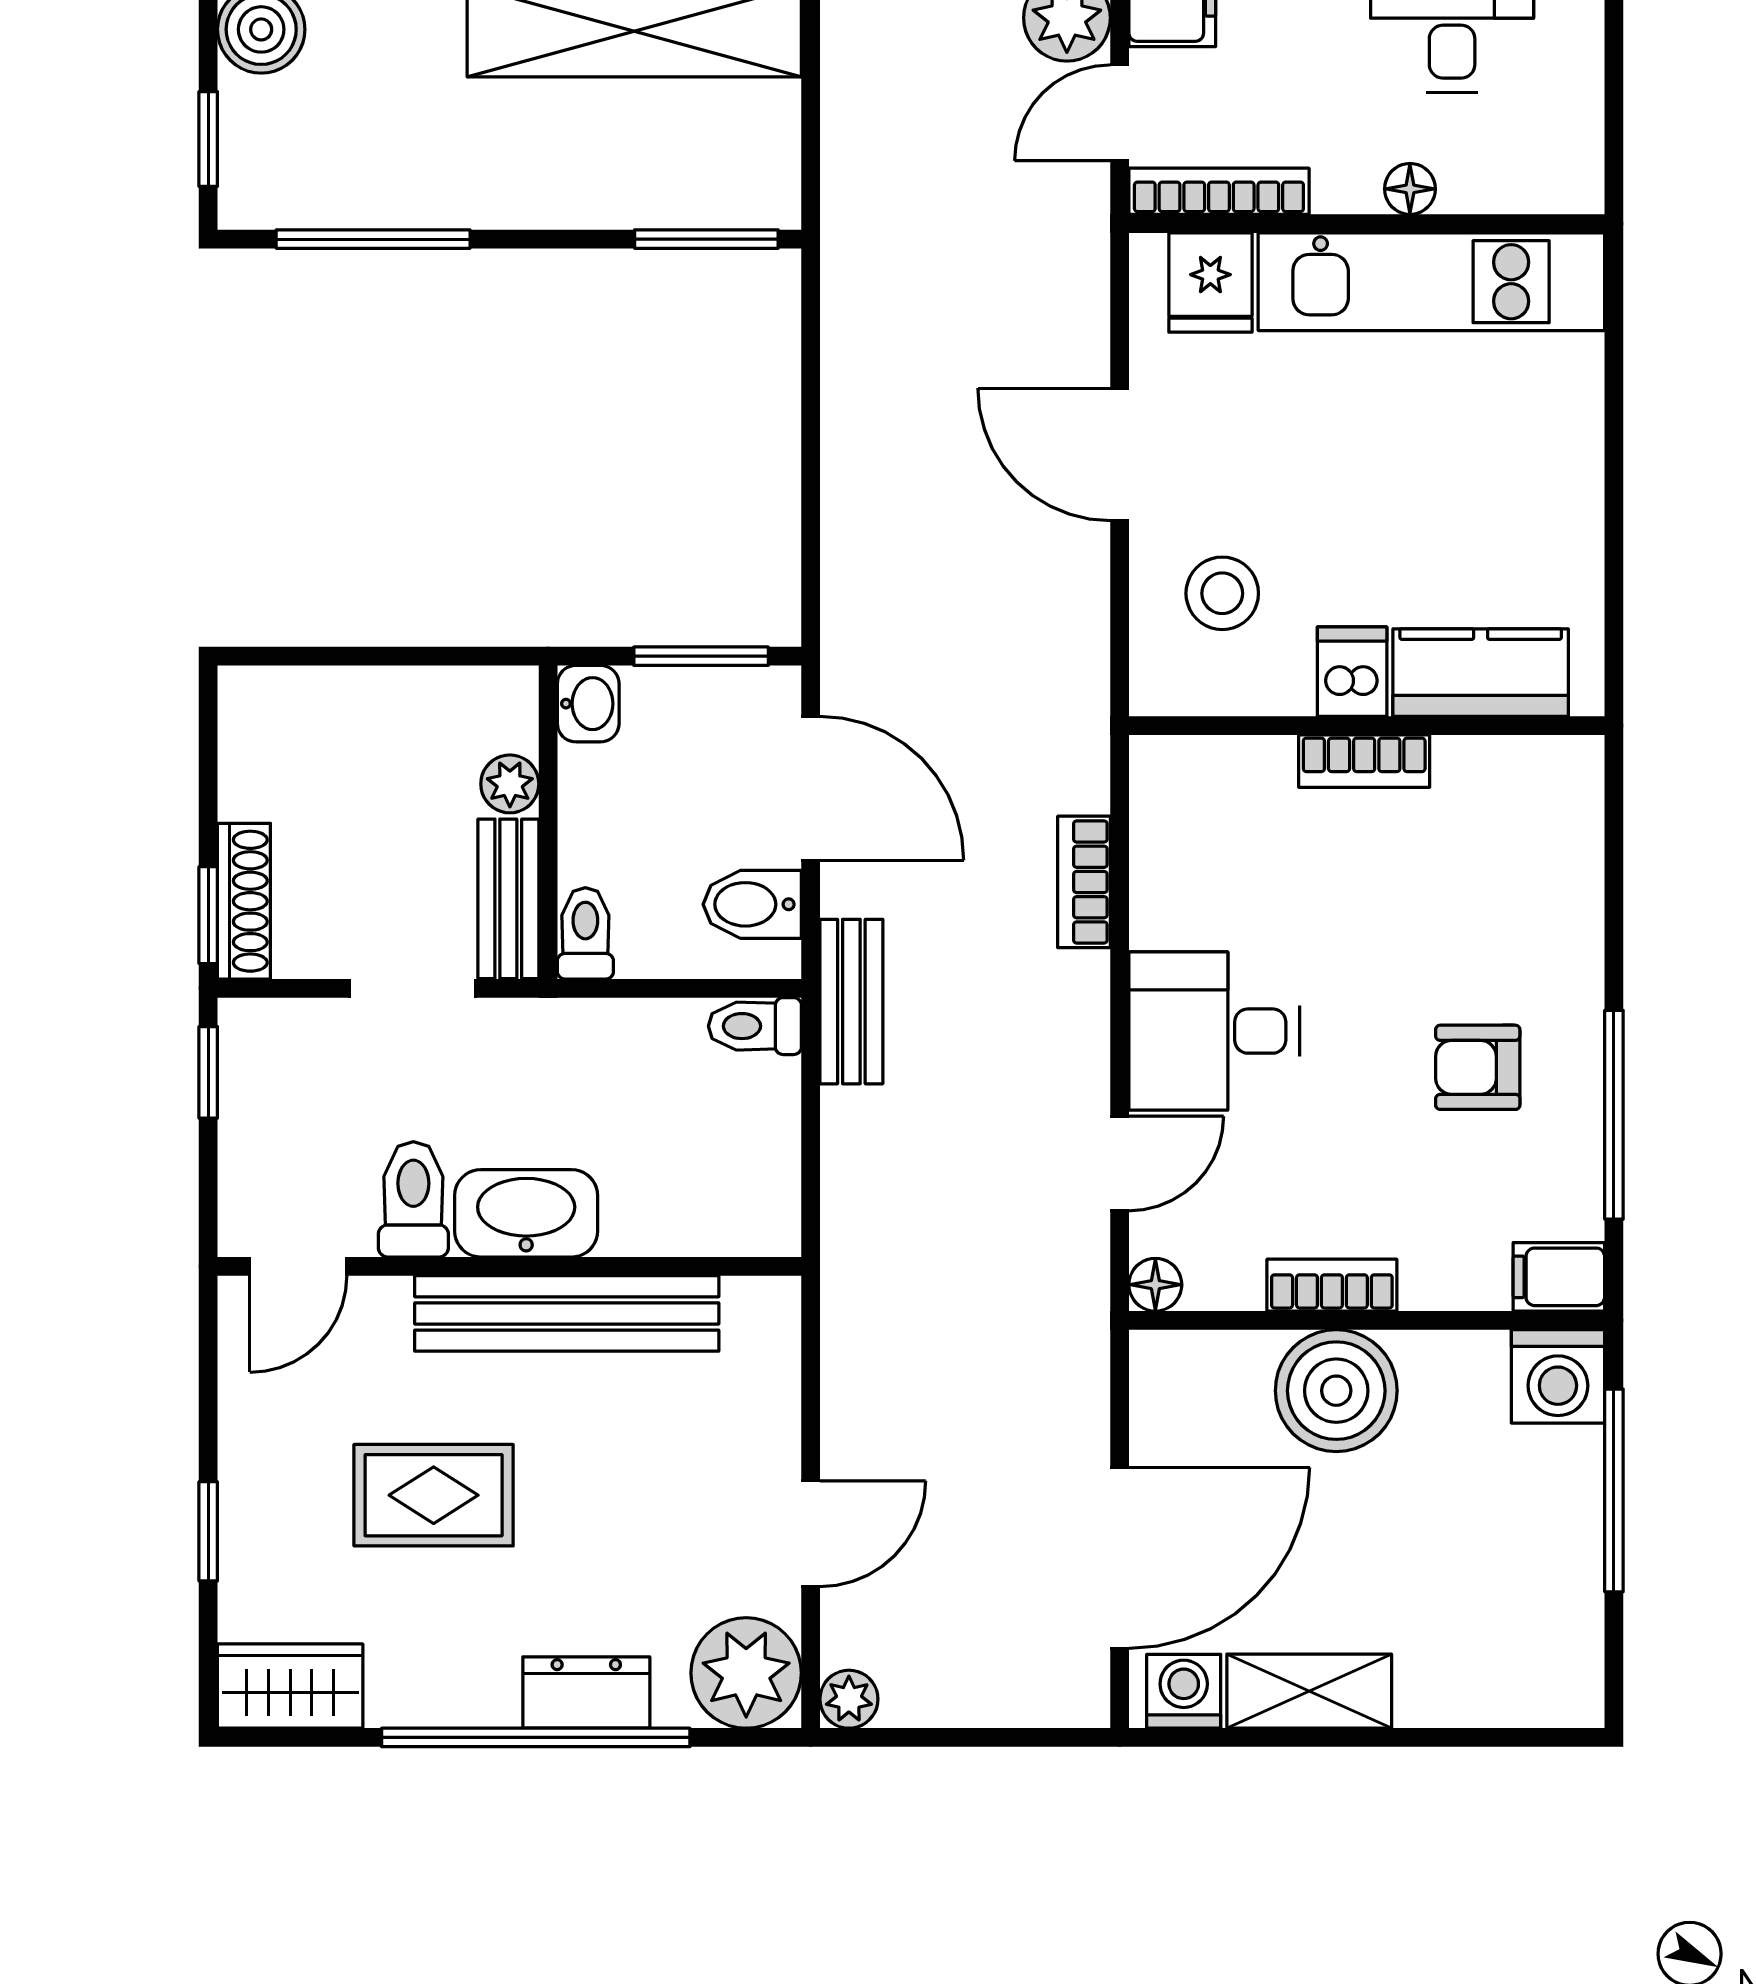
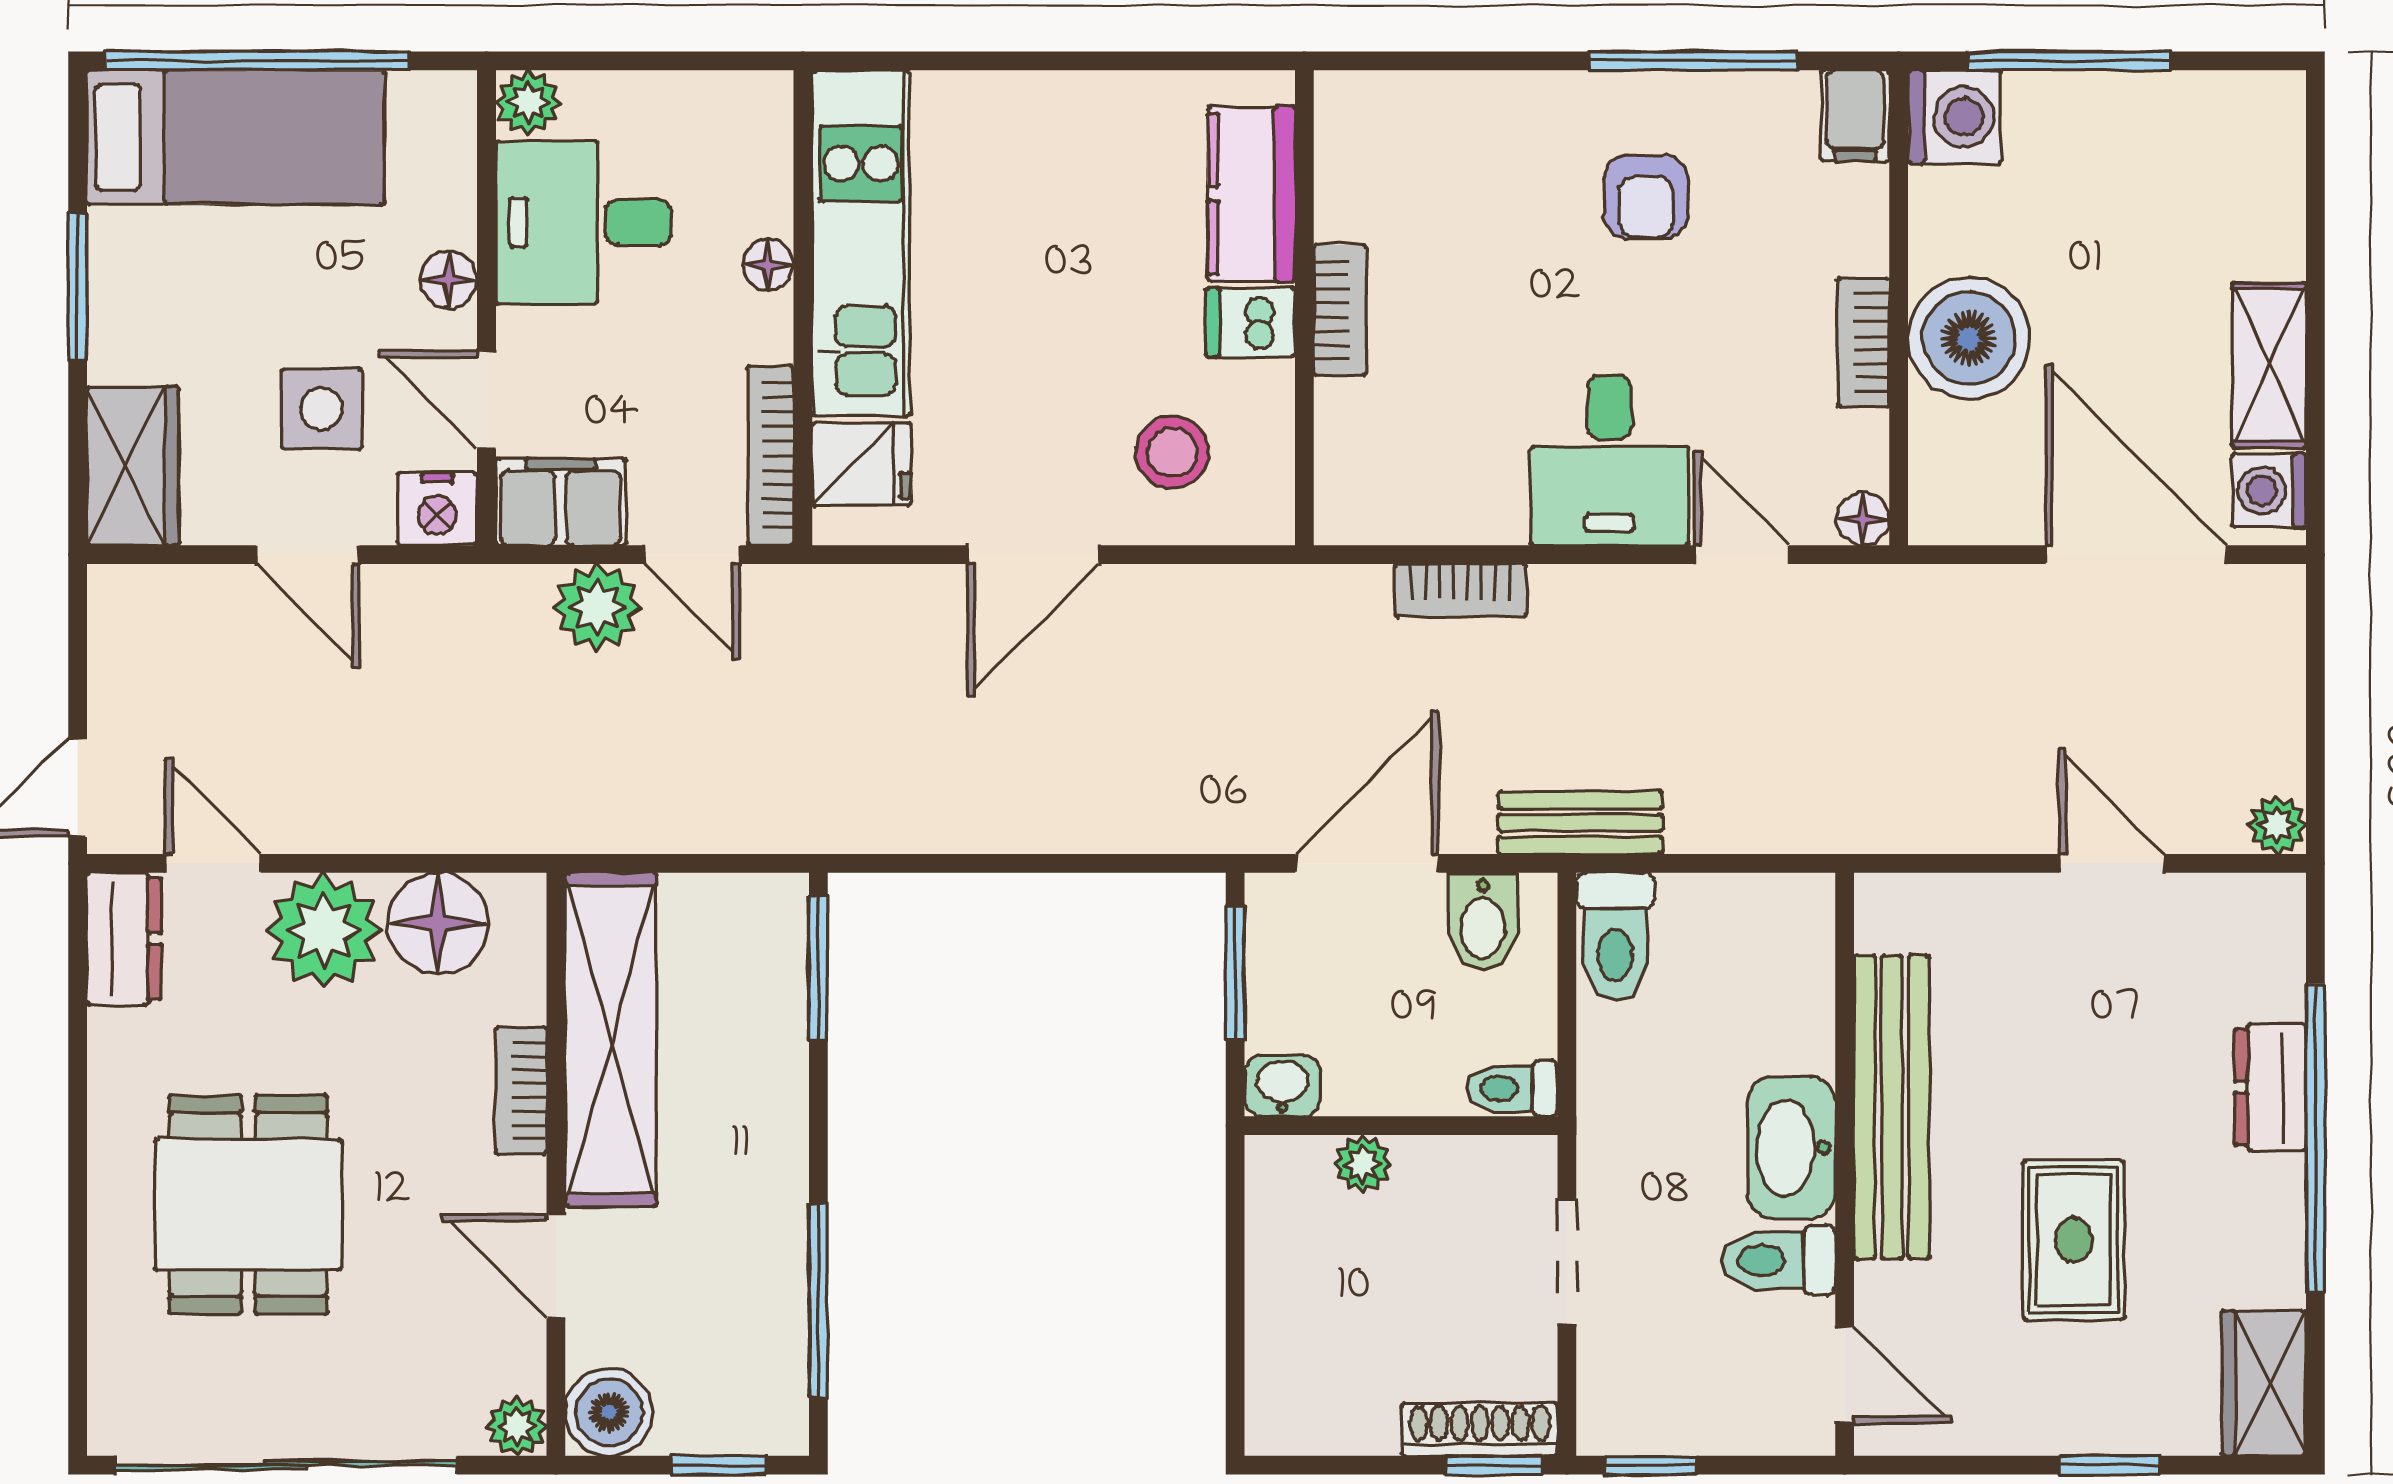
bench: (508, 899) -> (1477, 1165), removed
toilet: (755, 1026) -> (1615, 937), width x1.37, depth x1.39
plant: (746, 1673) -> (2251, 928), removed

